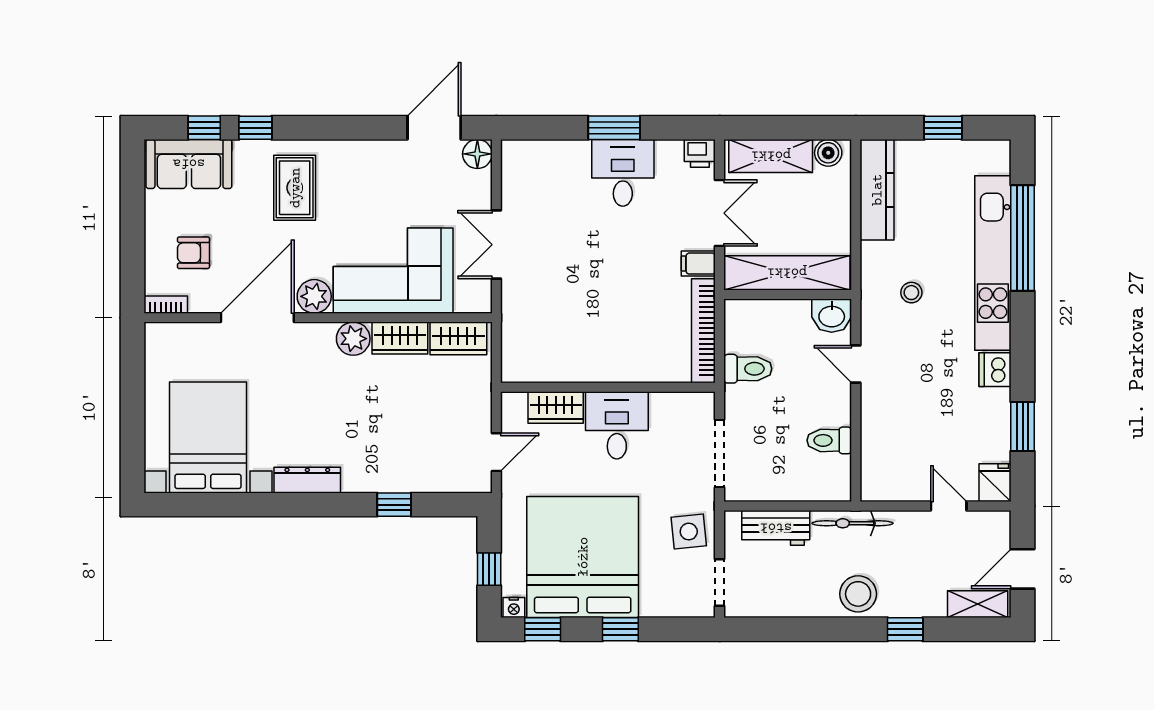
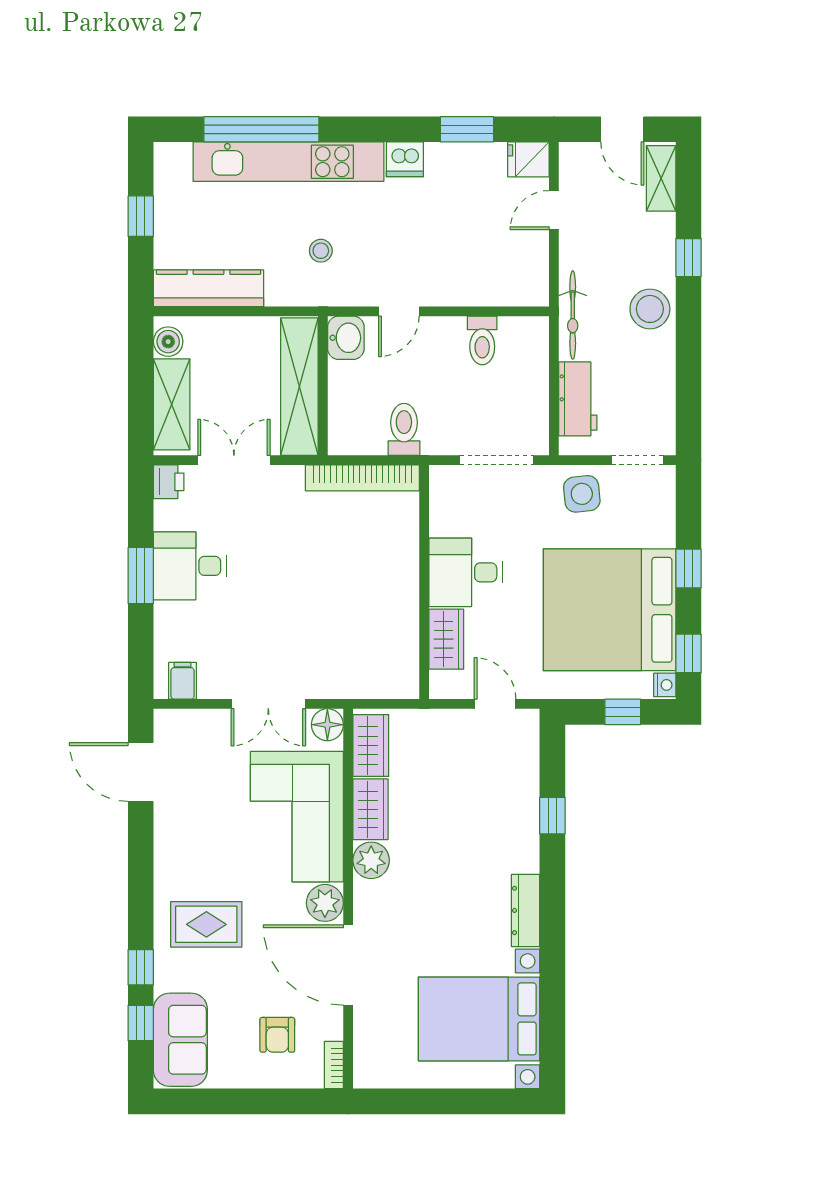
floor lamp: (477, 154) -> (327, 725), moved
filing cabinet: (698, 264) -> (183, 681), moved, turned 180

